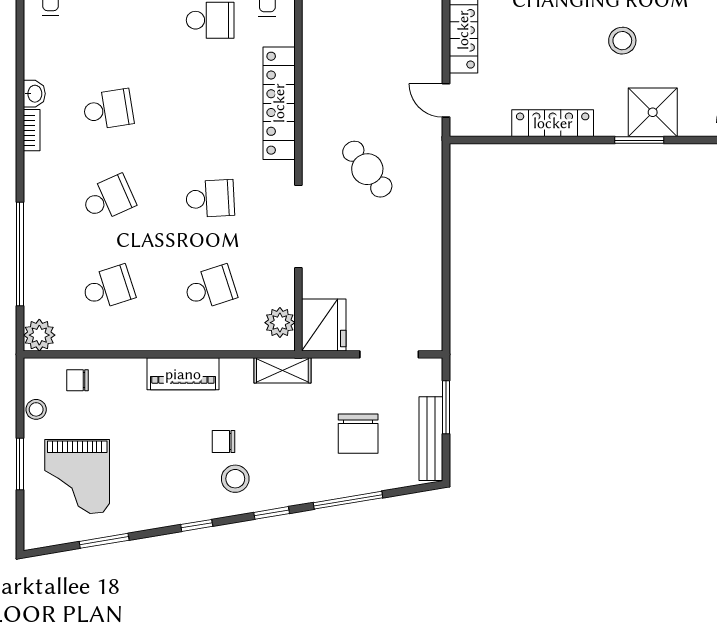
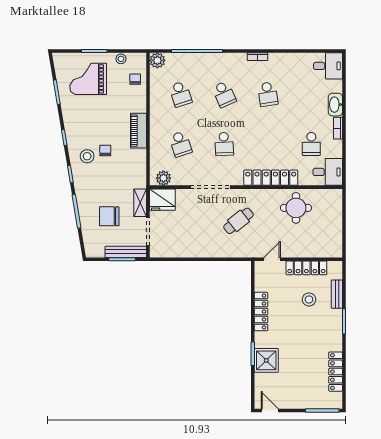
stool: (622, 41) -> (309, 299), moved
round table: (341, 52) -> (296, 208), added
washbasin: (34, 94) -> (275, 58), removed
shelving: (282, 370) -> (140, 203), moved
bench: (431, 439) -> (126, 252), moved

